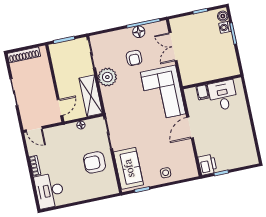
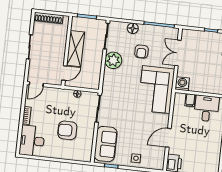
floor lamp: (139, 32) -> (133, 28), moved
washing machine: (189, 78) -> (182, 84), added
shelving: (91, 96) -> (76, 49), moved
door: (190, 128) -> (168, 138), moved
door: (34, 129) -> (36, 84), hinge flipped
armchair: (94, 162) -> (67, 130), moved

